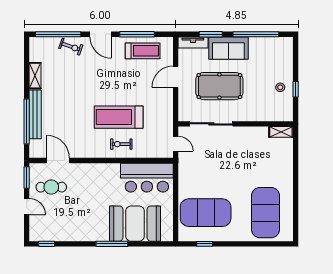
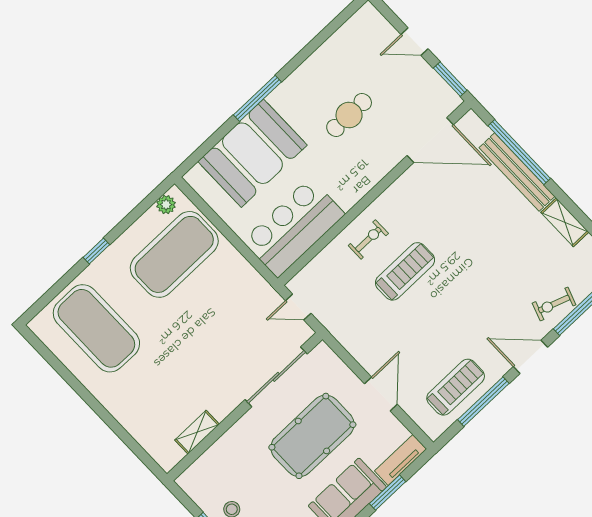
treadmill: (143, 51) -> (456, 387), turned 180
treadmill: (119, 117) -> (405, 271), width x0.73, depth x0.73
shelving: (281, 132) -> (197, 432), moved
door: (58, 161) -> (430, 140), width x1.36
cafe table: (51, 187) -> (349, 115), moved
plant: (190, 236) -> (166, 205), added
window: (47, 244) -> (342, 18), removed
window: (205, 244) -> (96, 251), moved

